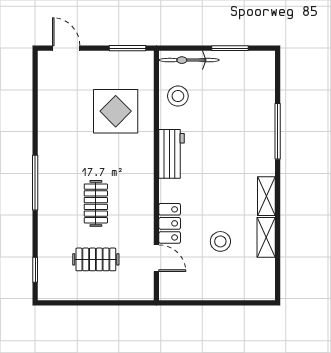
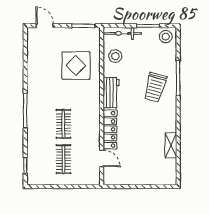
trolley: (241, 146) -> (155, 87), added
shelving: (266, 196) -> (171, 119), removed
locker: (170, 223) -> (110, 129), width x1.53
stool: (220, 241) -> (166, 37), moved
clothes rail: (96, 259) -> (63, 159), turned 90

